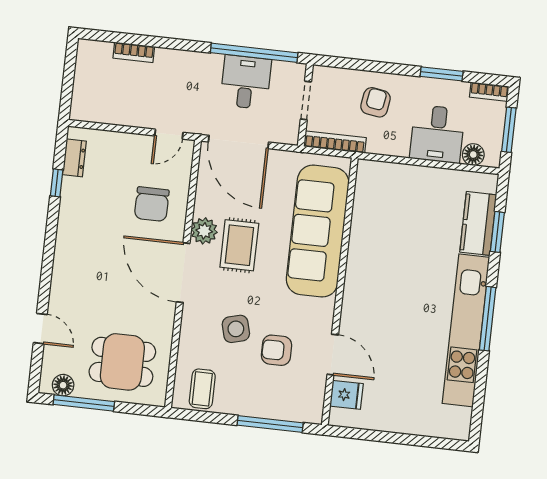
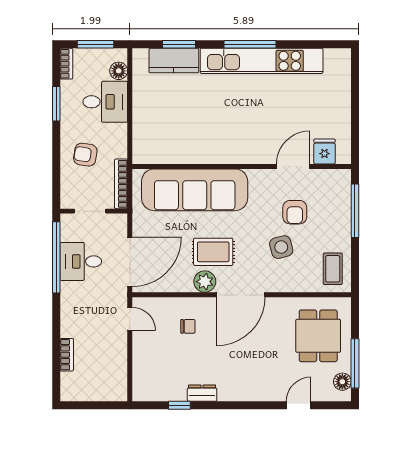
dresser: (74, 158) -> (202, 393), moved
chair: (152, 204) -> (188, 326), width x0.54, depth x0.54
coffee table: (202, 389) -> (333, 269), turned 90

